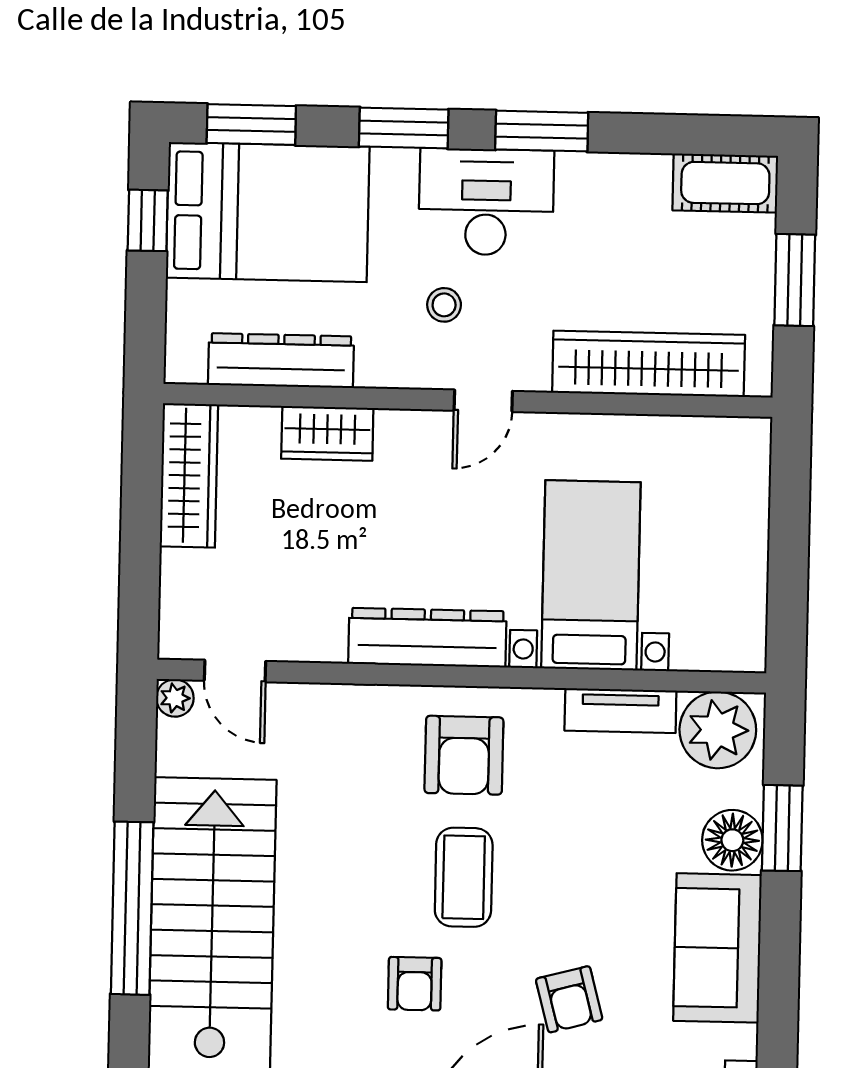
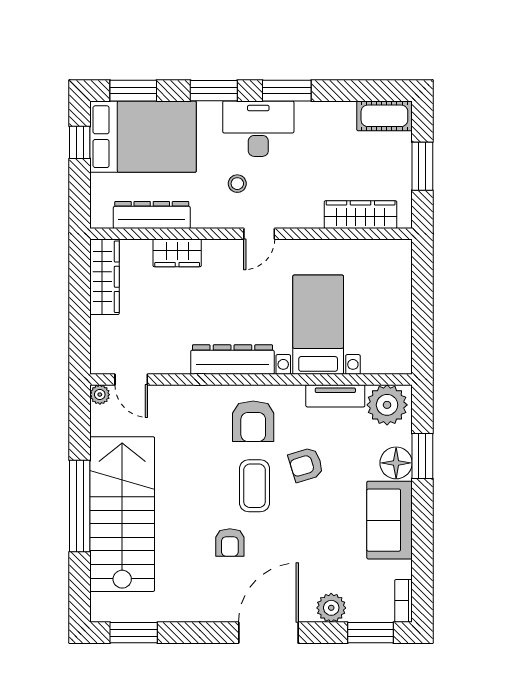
wardrobe: (649, 364) -> (361, 215), width x0.71, depth x0.85
armchair: (569, 999) -> (306, 465), moved, turned 88

